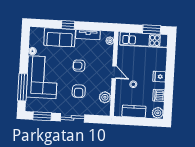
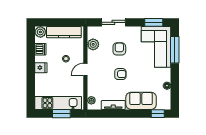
window: (68, 25) -> (158, 114), moved
window: (152, 29) -> (61, 114), moved
door: (114, 72) -> (85, 69), hinge flipped
corner sofa: (42, 77) -> (156, 47), moved
kitchen counter: (134, 111) -> (64, 32), width x1.50
sliding door: (73, 118) -> (113, 22), moved

